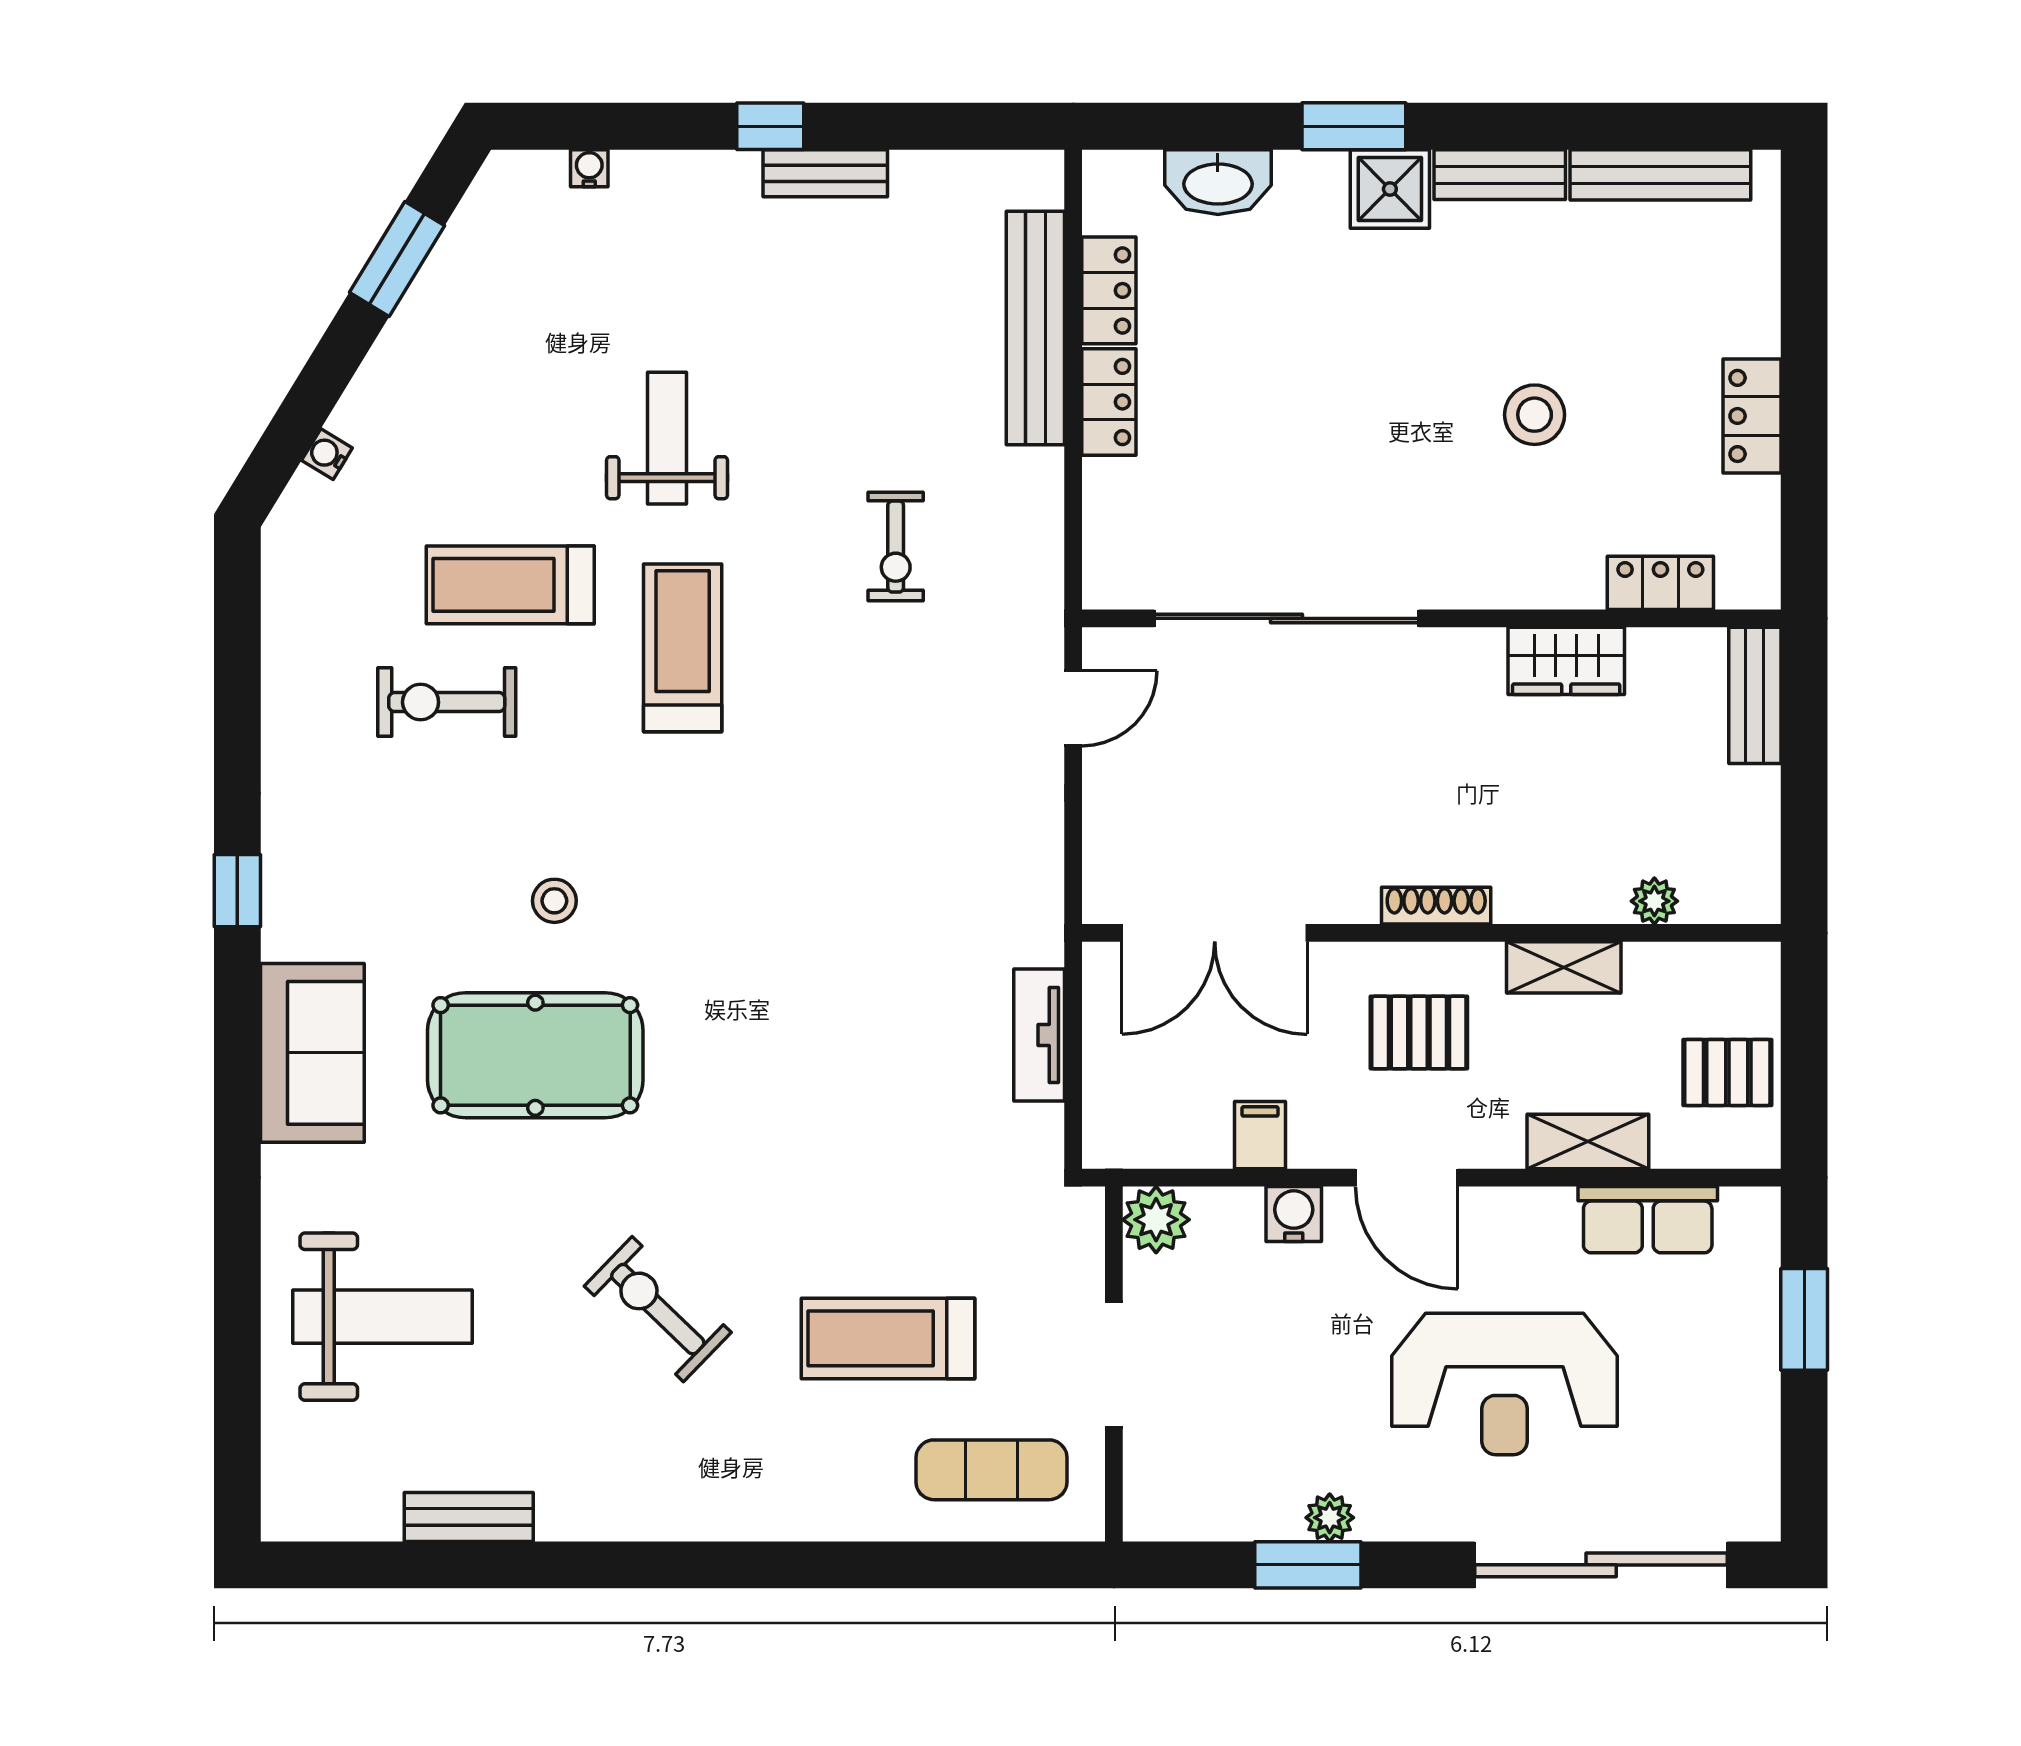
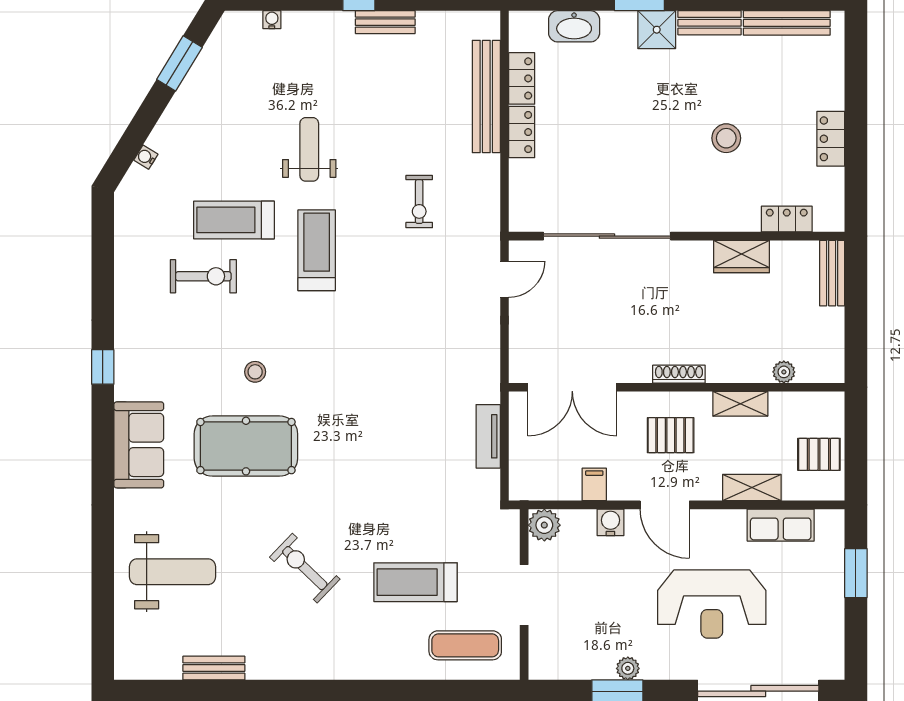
exercise bike: (447, 702) -> (203, 276), turned 180

